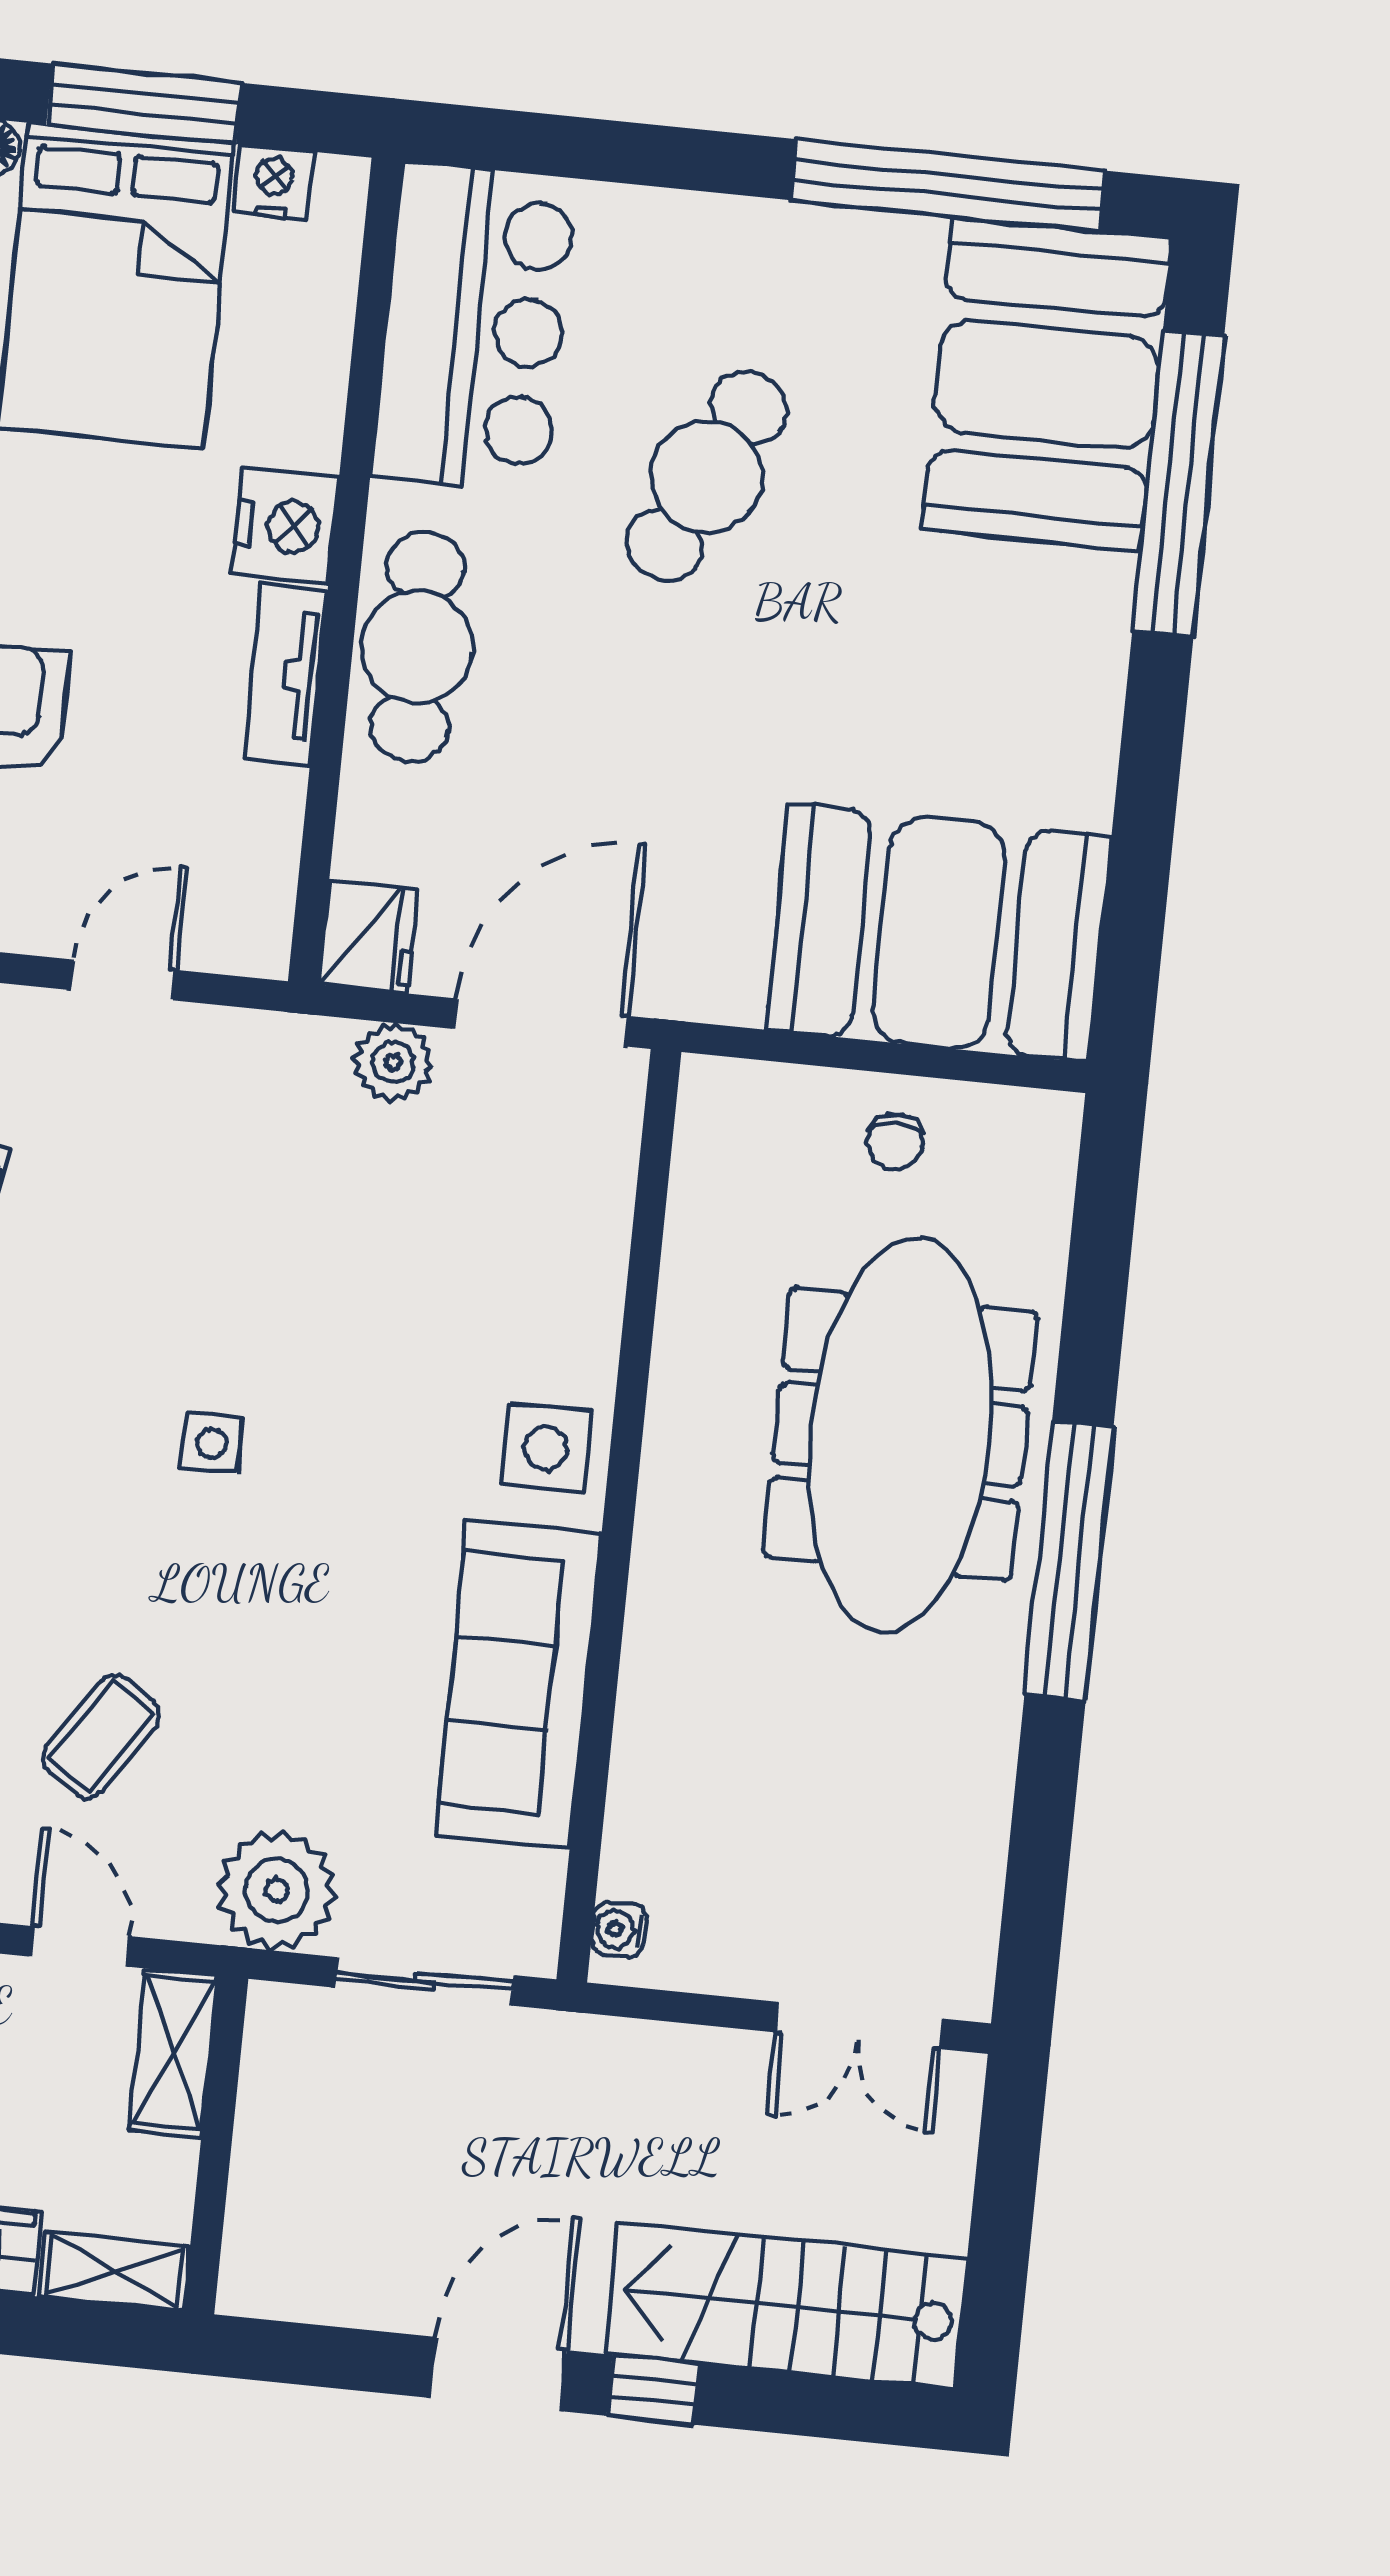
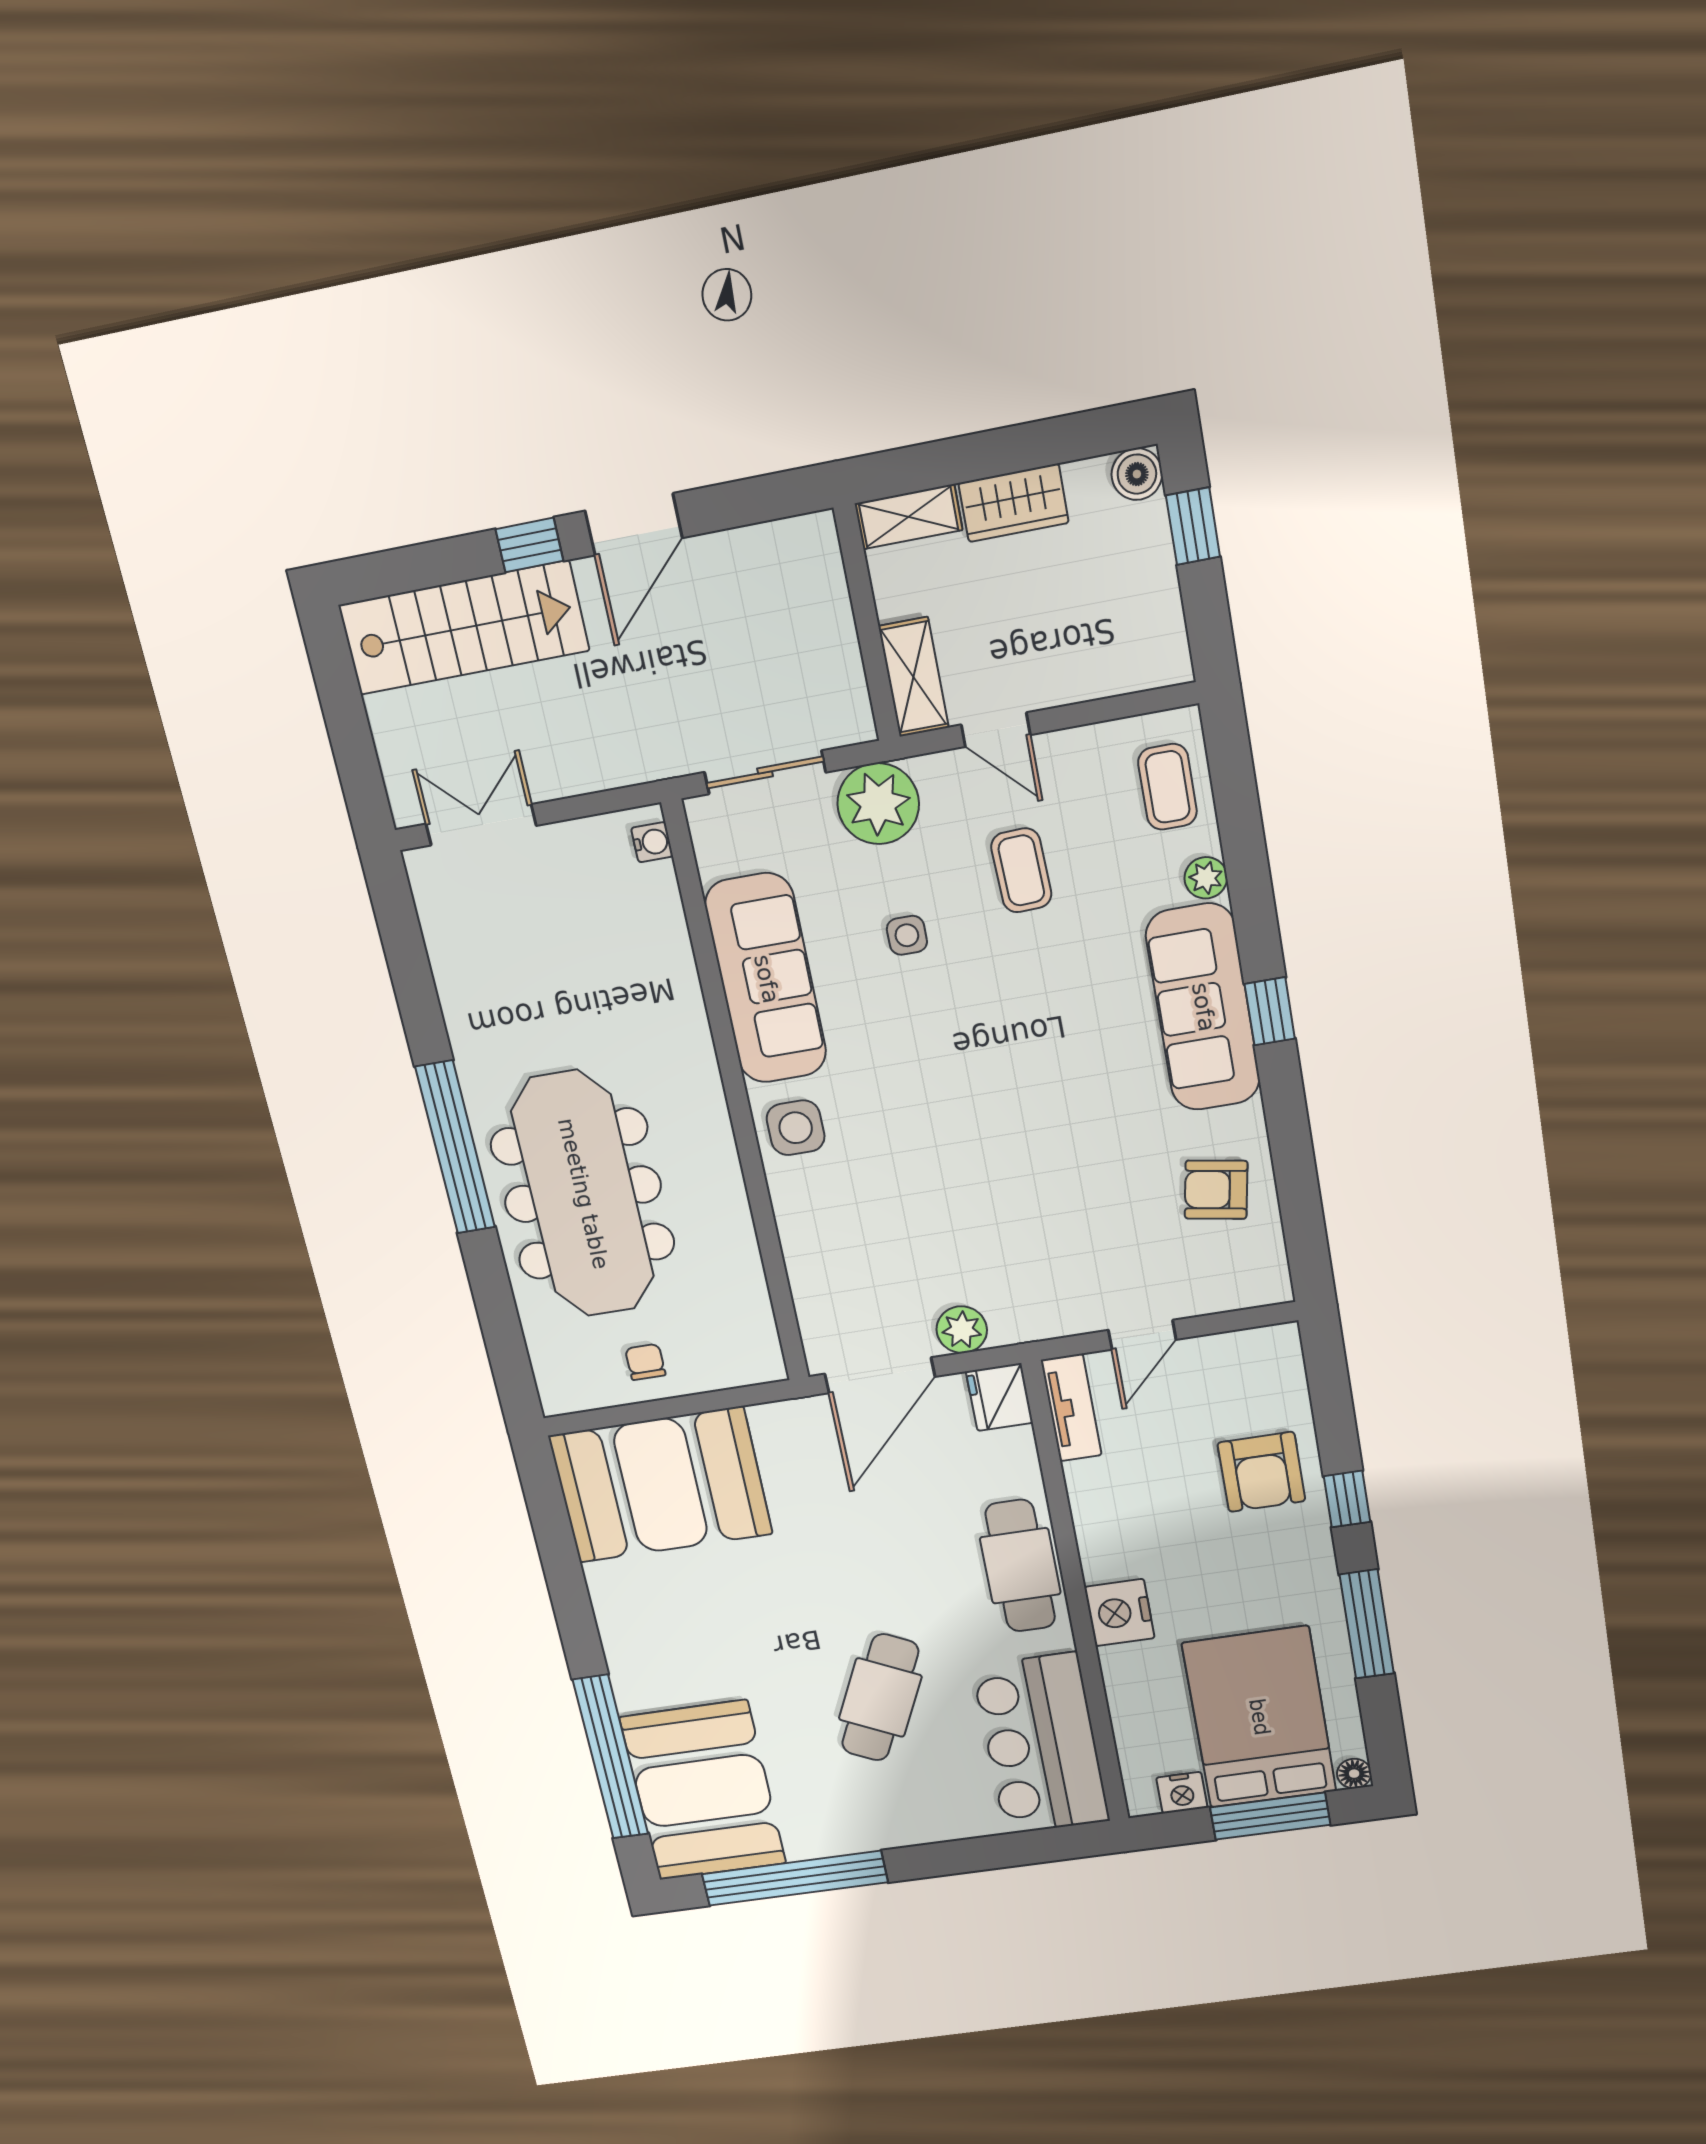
tv unit: (285, 675) -> (1071, 1408), moved
side table: (212, 1443) -> (907, 935), moved
coffee table: (101, 1737) -> (1021, 870), turned -35

